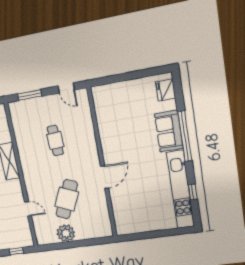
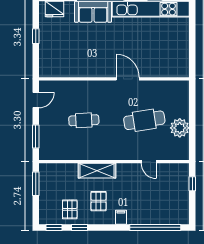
window: (133, 75) -> (36, 36), added
cafe table: (67, 199) -> (144, 120), turned -33
door: (28, 209) -> (149, 162), swing flipped

